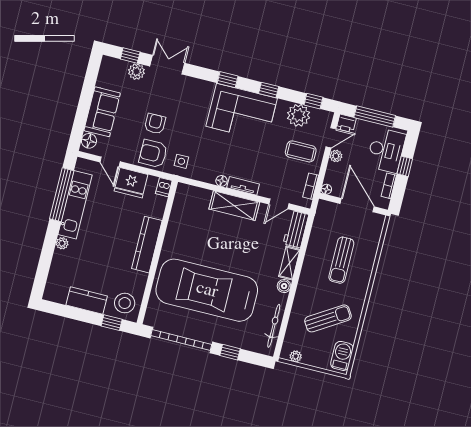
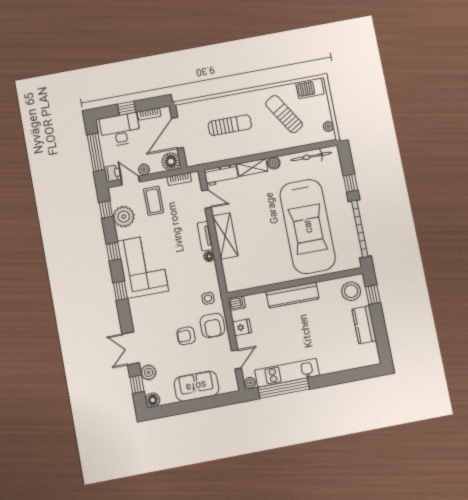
floor lamp: (89, 141) -> (153, 400), moved
fridge: (131, 183) -> (242, 327), width x0.53, depth x0.75
floor lamp: (326, 189) -> (171, 161), width x1.89, depth x1.89
plant: (62, 243) -> (250, 383), moved

